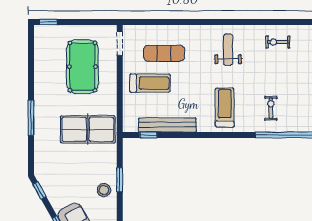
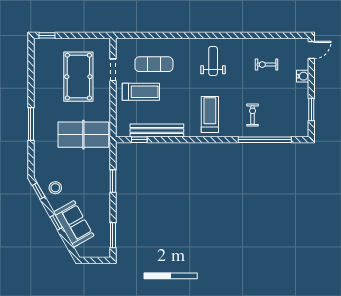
exercise bike: (278, 42) -> (267, 65), moved
doorway: (120, 43) -> (113, 70), moved
stool: (104, 190) -> (55, 188), moved

